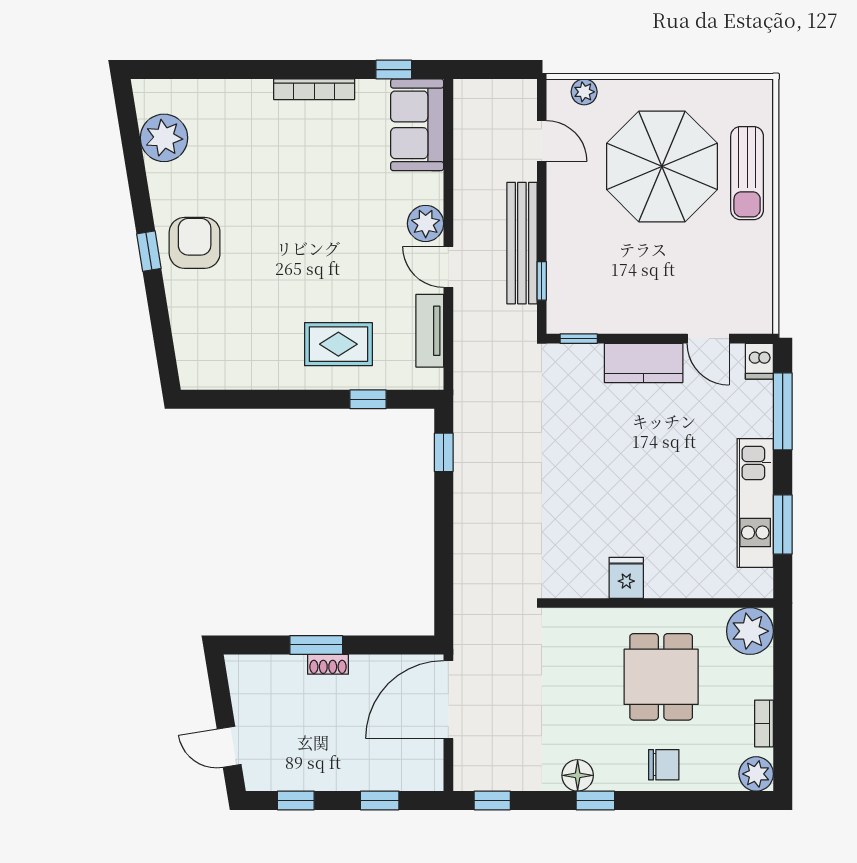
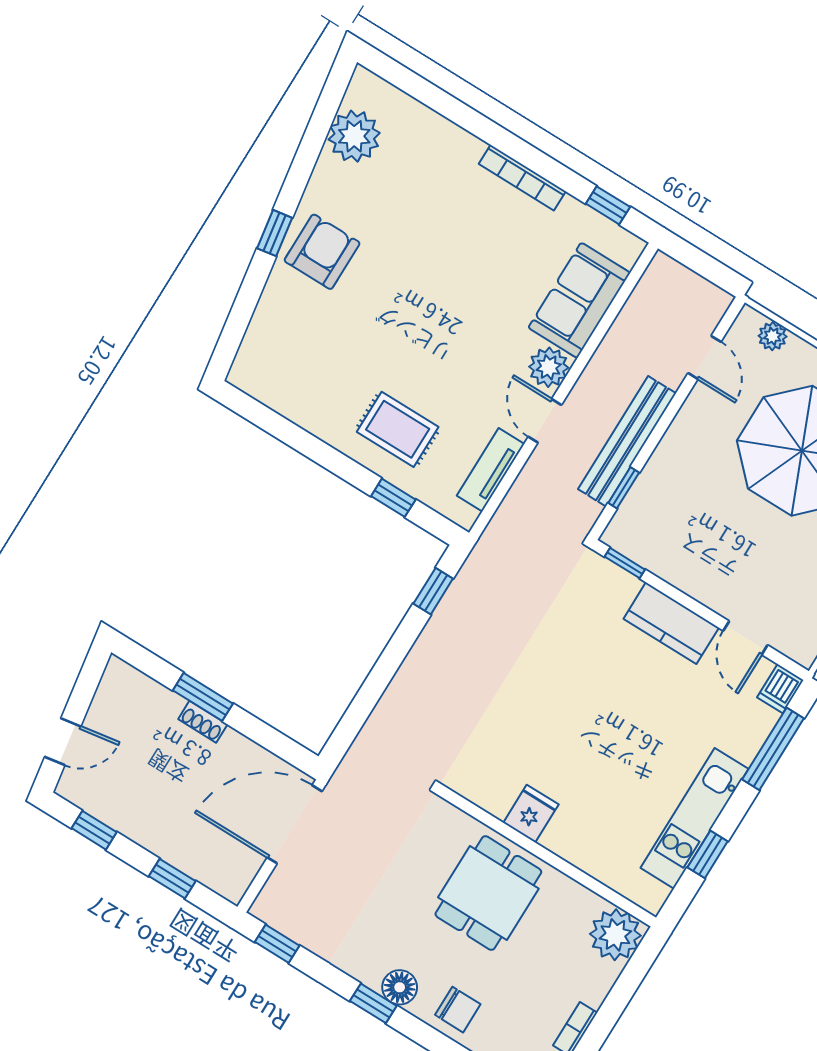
sofa: (417, 125) -> (579, 300), moved
window: (783, 525) -> (708, 854), width x0.67
dining table: (661, 677) -> (488, 893), moved
door: (229, 747) -> (63, 742), swing flipped
floor lamp: (578, 775) -> (400, 987), moved

